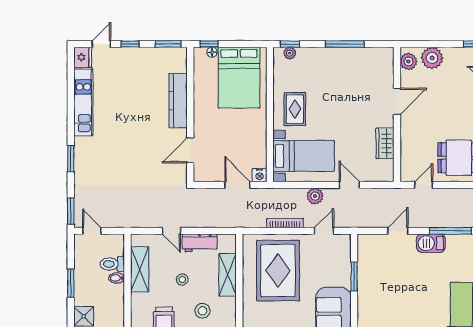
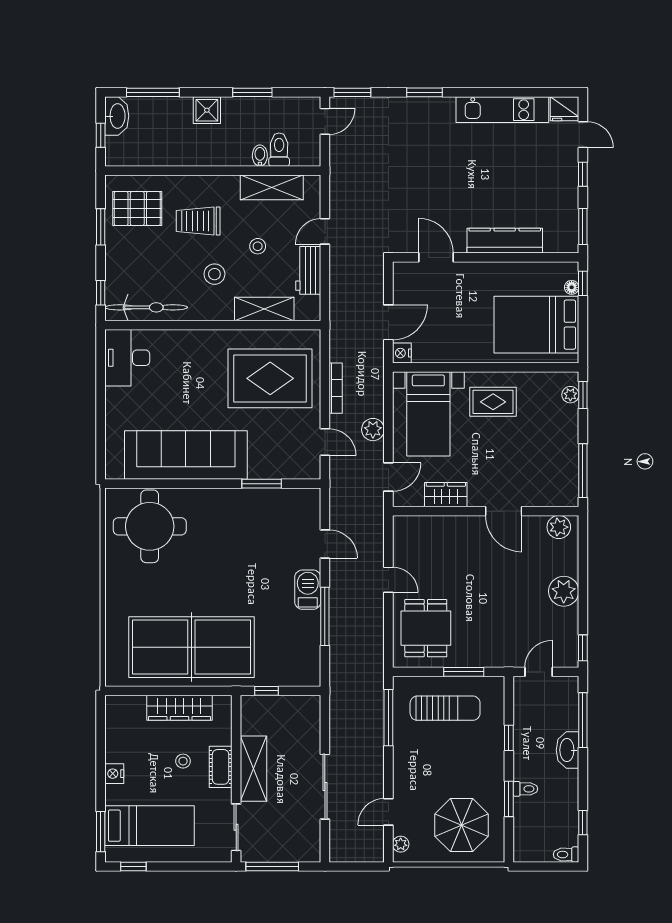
plant: (409, 61) -> (559, 527), moved
door: (397, 101) -> (504, 511), moved
wall: (397, 114) -> (486, 511), moved
wardrobe: (385, 143) -> (446, 495), moved

